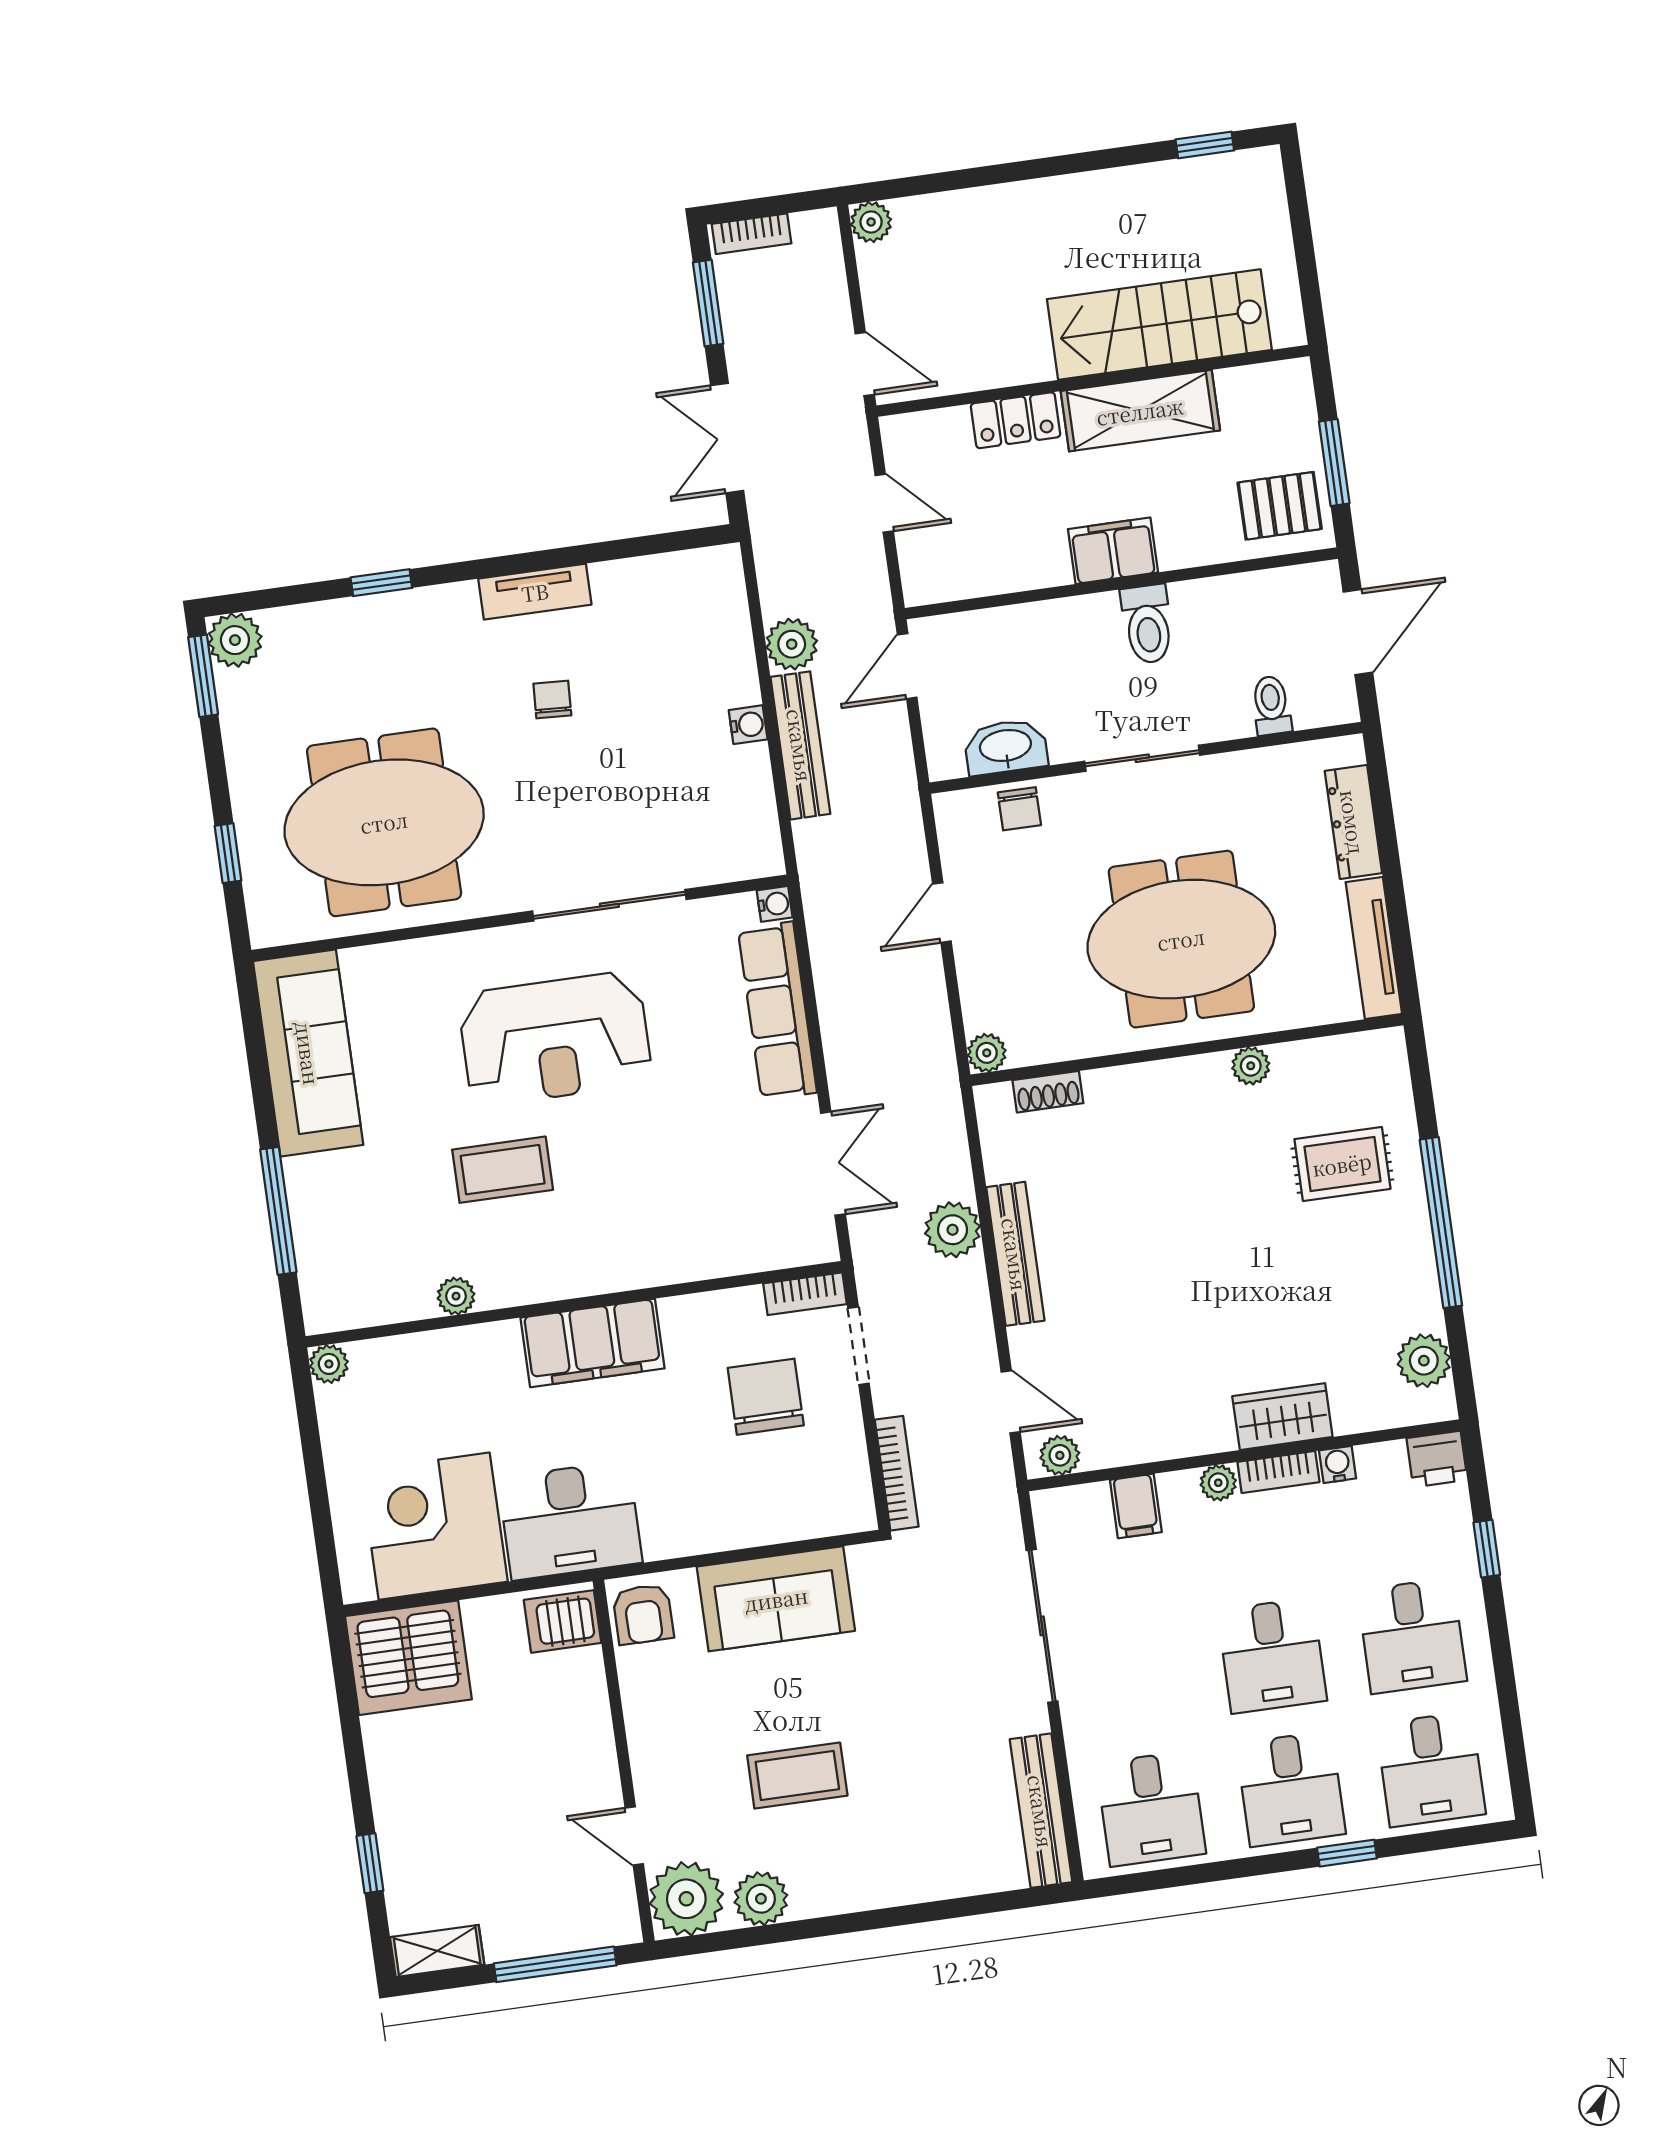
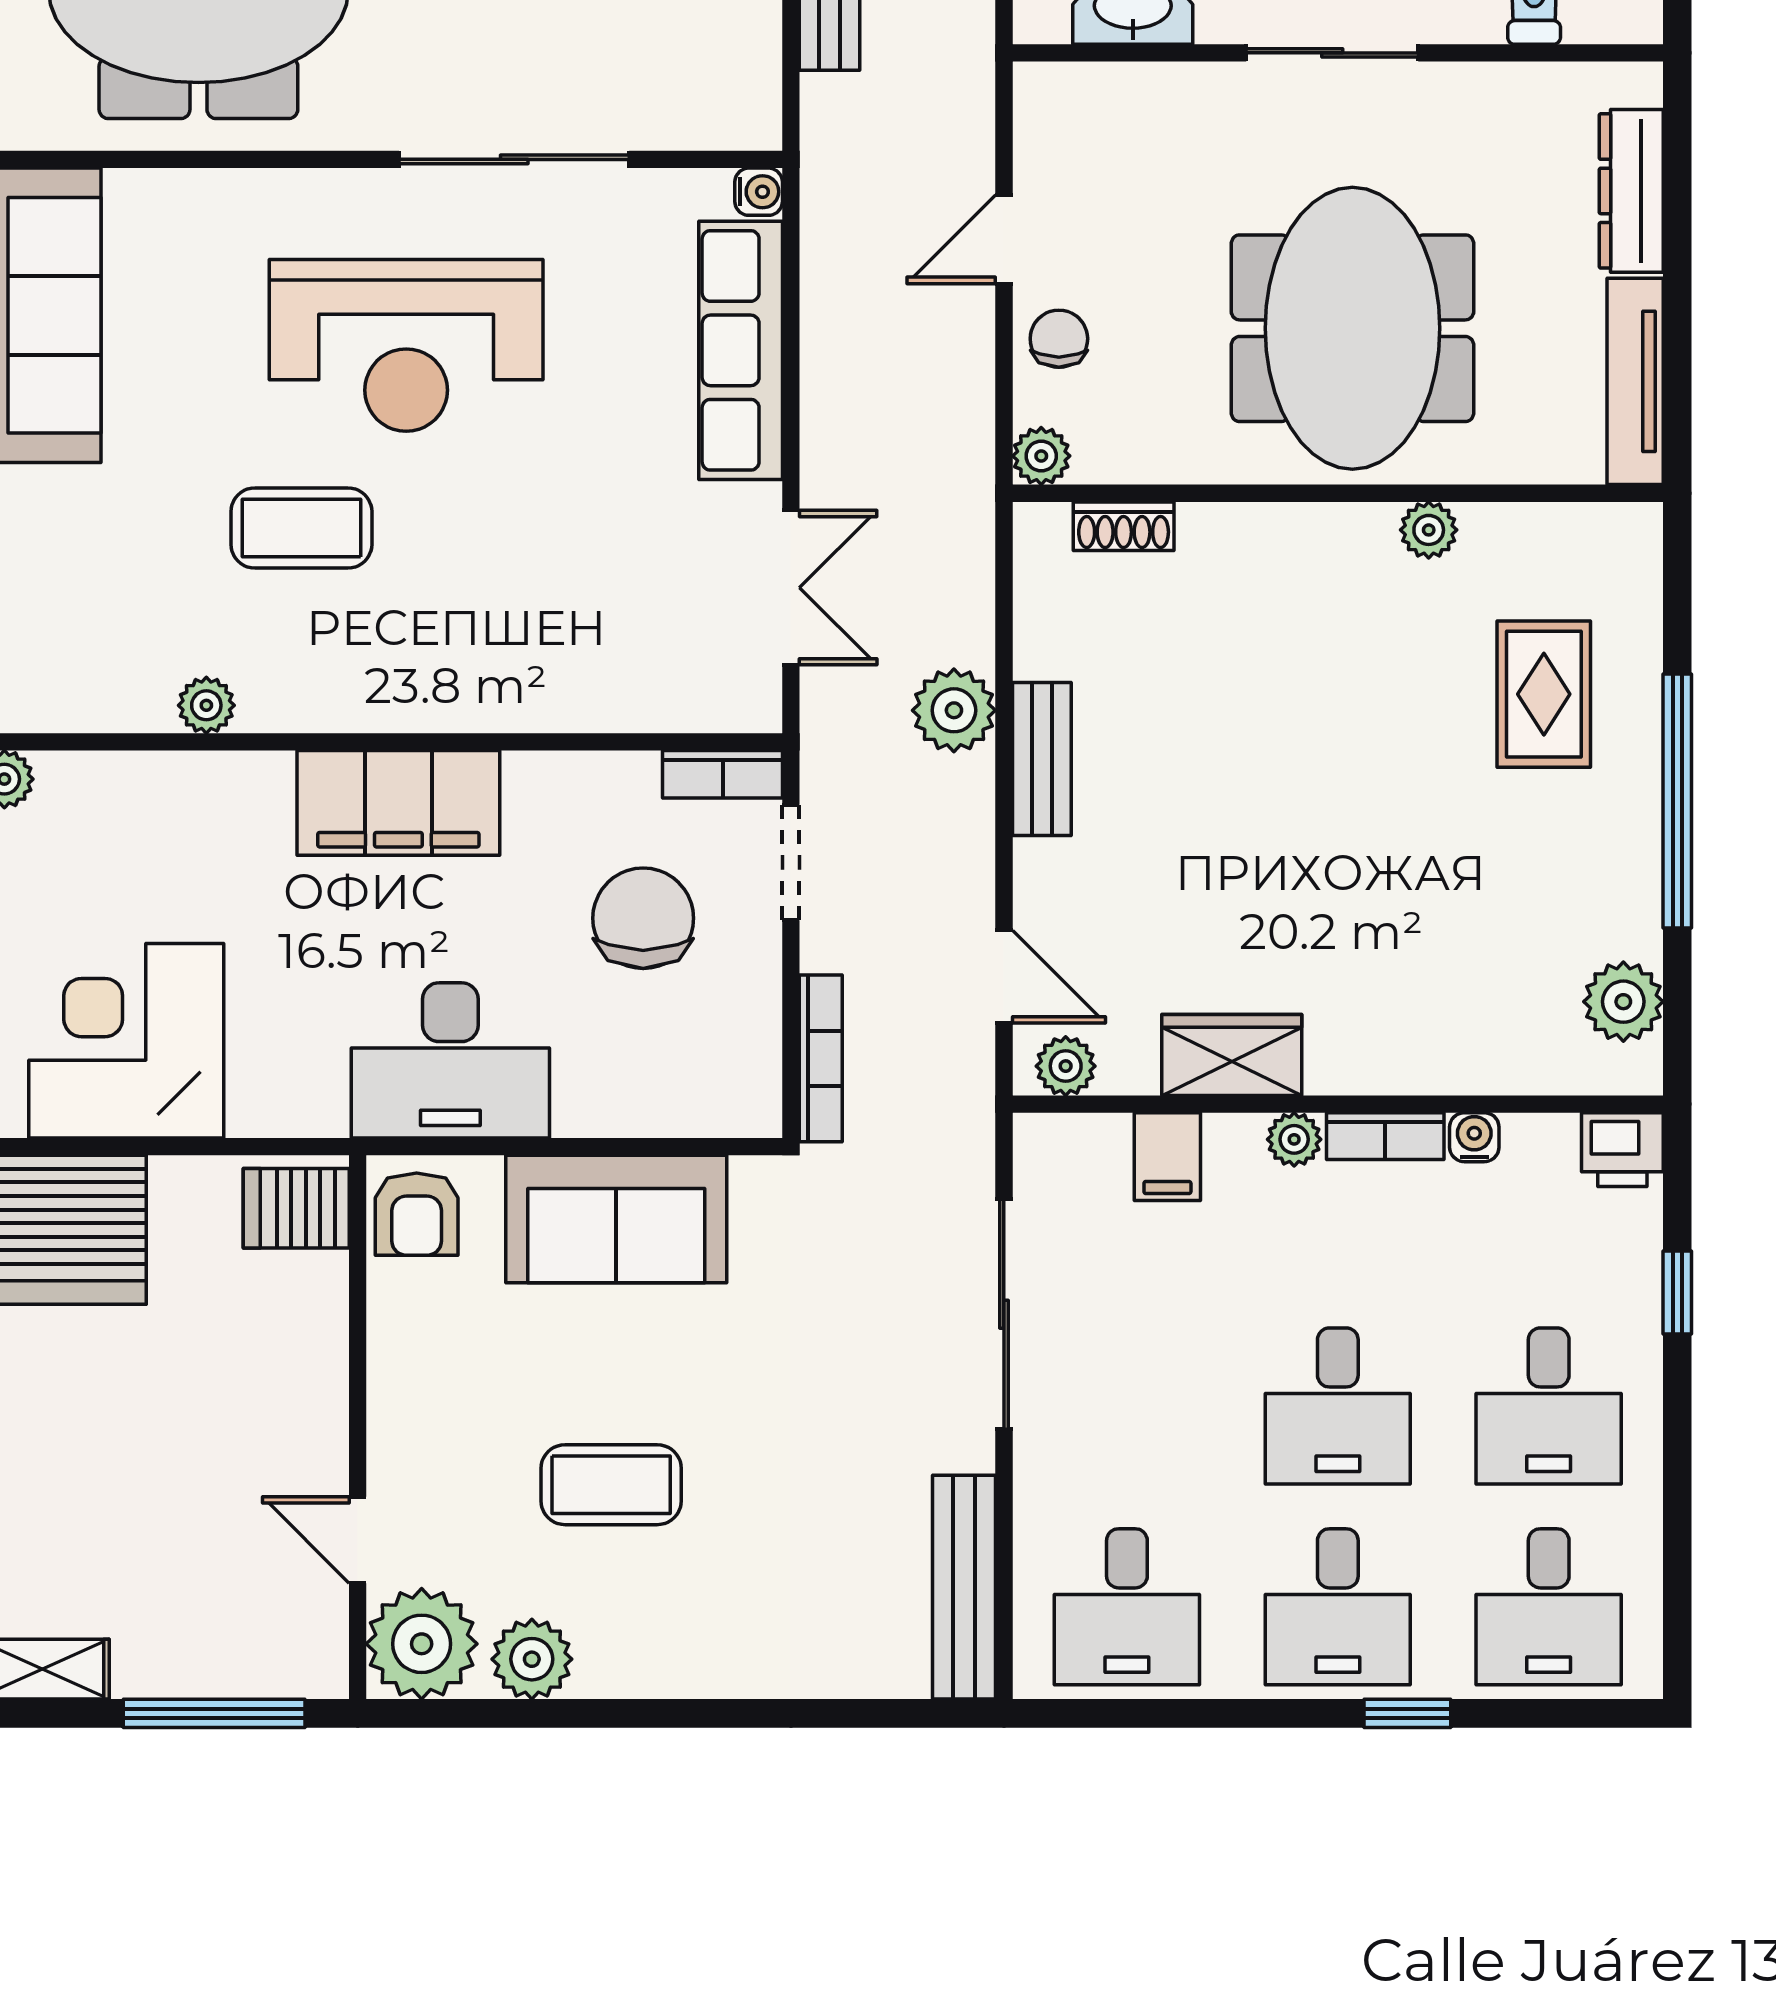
chair: (1019, 809) -> (1059, 339), moved, turned 180
meeting table: (1181, 939) -> (1352, 328), turned 90
rug: (1342, 1164) -> (1544, 694), turned 90
bench: (1015, 1254) -> (1042, 759), width x0.73
wardrobe: (1282, 1417) -> (1232, 1055), moved
desk: (570, 1520) -> (450, 1060), moved

